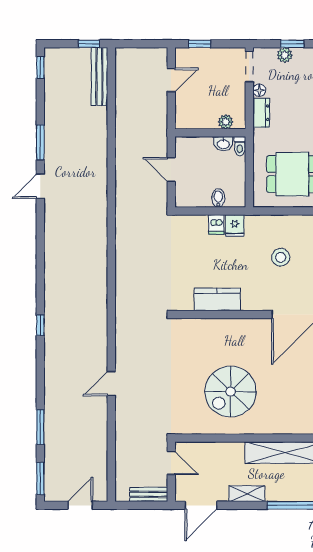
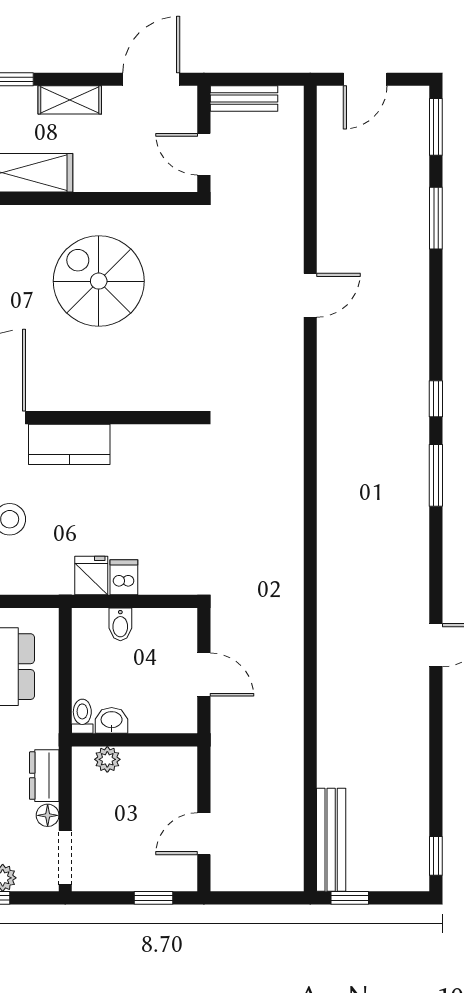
window: (40, 142) -> (436, 475), moved
kitchen counter: (217, 299) -> (69, 444), moved
spiral stairs: (230, 392) -> (99, 281), turned -90

